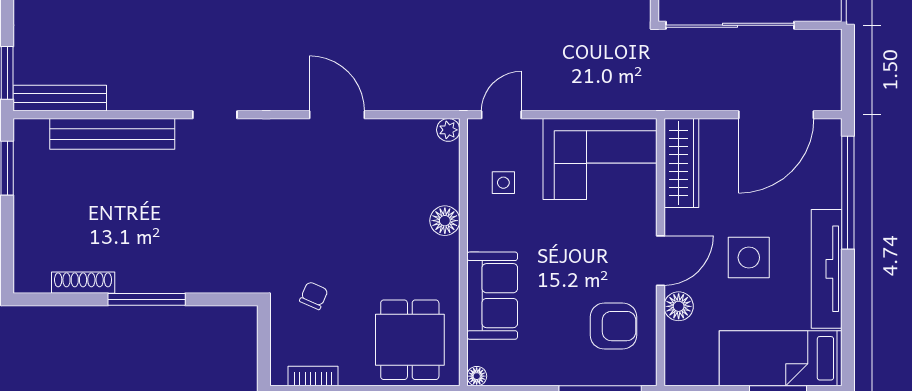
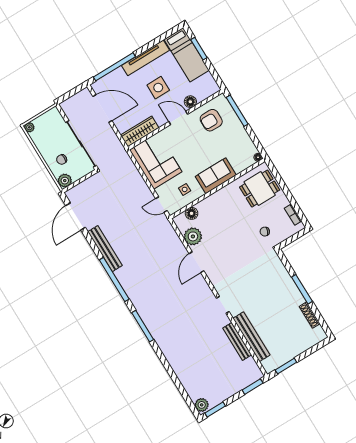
bench: (60, 98) -> (237, 341), moved
plant: (448, 130) -> (193, 236), moved, width x1.88, depth x1.88
floor lamp: (445, 221) -> (192, 213), moved
sofa: (492, 296) -> (216, 176), moved
armchair: (613, 326) -> (211, 120), turned -90

